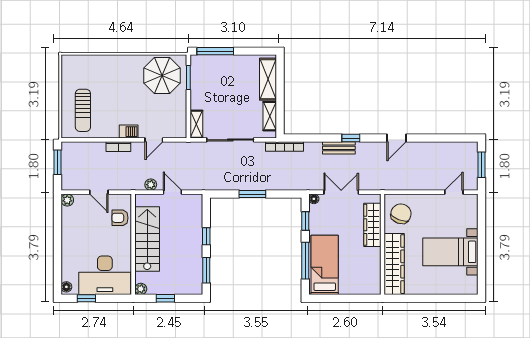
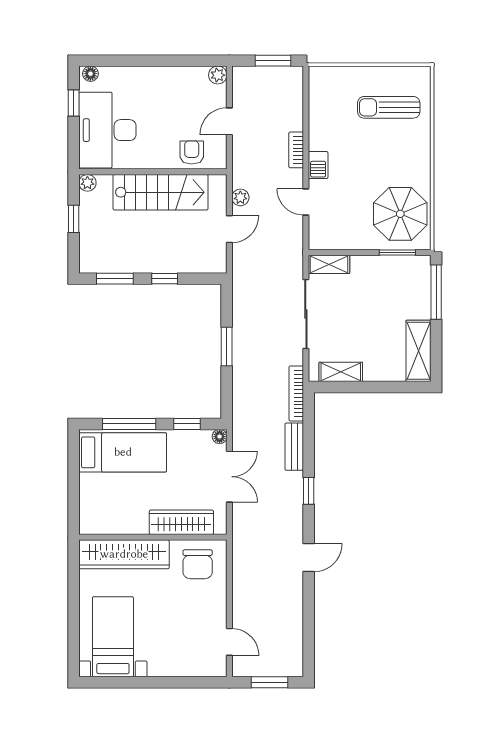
shelving: (268, 79) -> (418, 351), moved, turned 90
sun lounger: (83, 110) -> (389, 107), moved
door: (396, 138) -> (309, 558), swing flipped
bench: (339, 148) -> (294, 447), moved
chair: (401, 214) -> (198, 564), turned 69
bed with nightstands: (450, 252) -> (113, 637), moved

